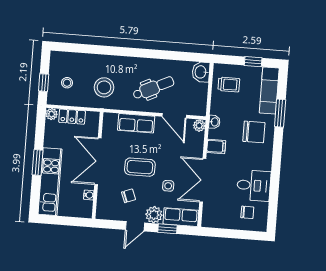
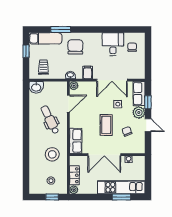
row of seats: (136, 123) -> (76, 141), moved
window: (37, 163) -> (121, 197), moved

